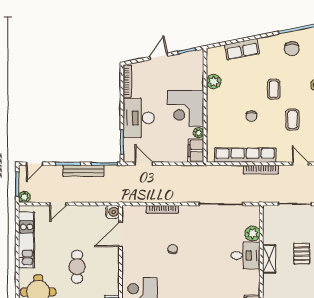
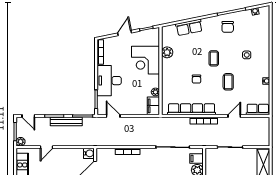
corner desk: (186, 108) -> (146, 60), moved
door: (34, 164) -> (28, 116), hinge flipped
door: (300, 164) -> (234, 116), hinge flipped
filing cabinet: (252, 219) -> (197, 159), added

